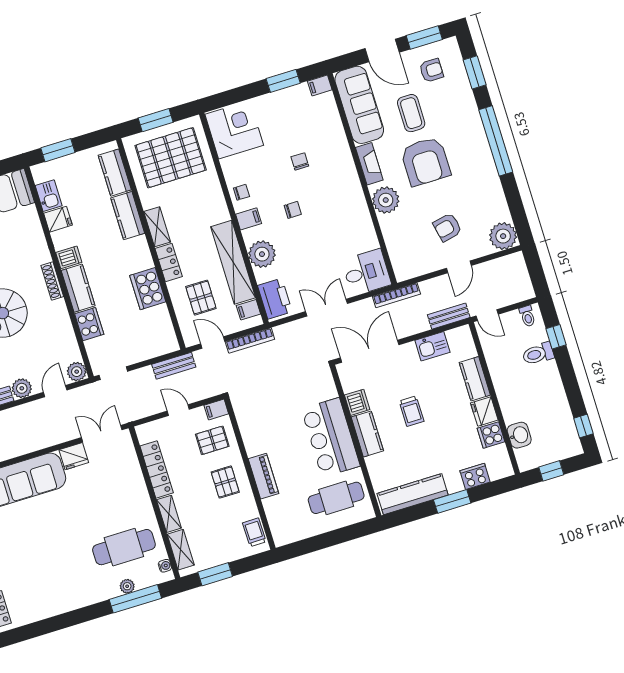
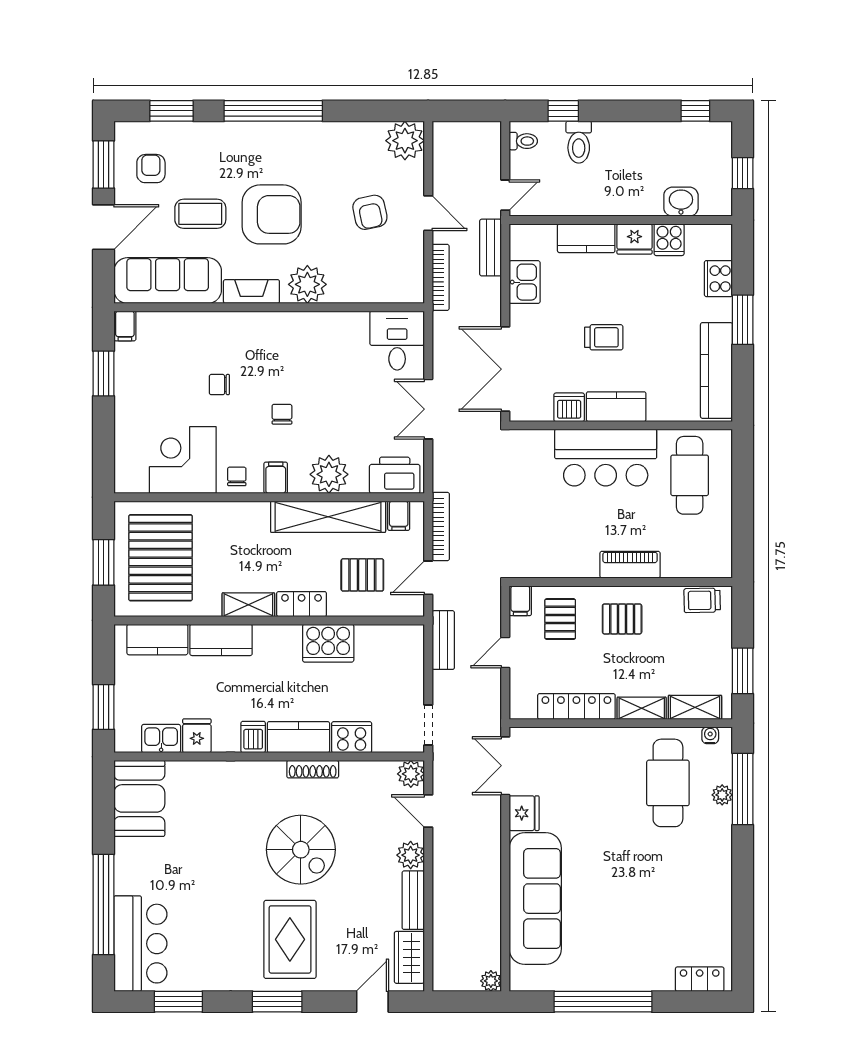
corner desk: (234, 130) -> (183, 460), moved
shoe rack: (52, 281) -> (313, 769), moved
bookcase: (396, 295) -> (441, 277), moved

